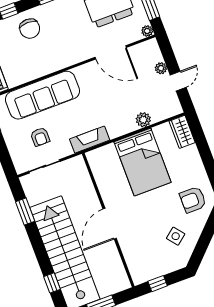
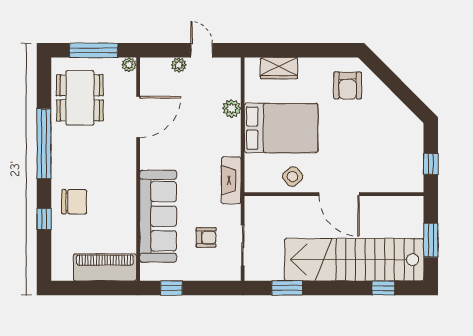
wardrobe: (182, 132) -> (279, 68), moved
side table: (176, 236) -> (292, 177), moved

